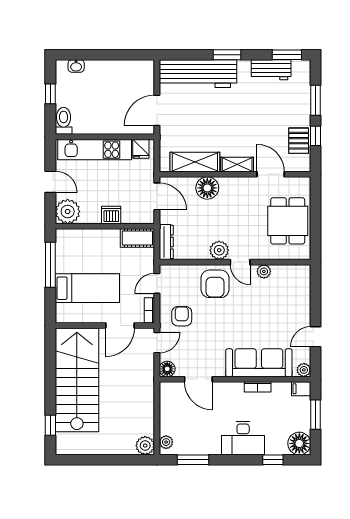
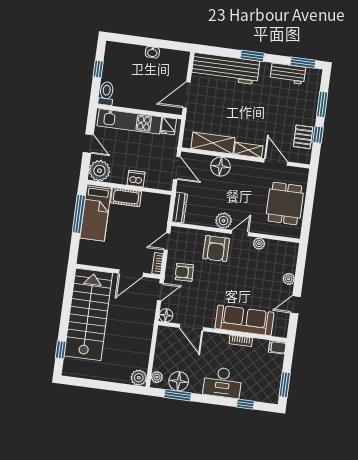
washbasin: (76, 66) -> (152, 52), moved
cot: (137, 238) -> (126, 197), moved
door: (240, 262) -> (240, 233), swing flipped
bed: (87, 288) -> (96, 213), moved, turned 90
armchair: (182, 316) -> (184, 272), turned -92
plant: (304, 370) -> (289, 279), moved
window: (316, 415) -> (285, 385), moved
floor lamp: (299, 443) -> (179, 381), moved

